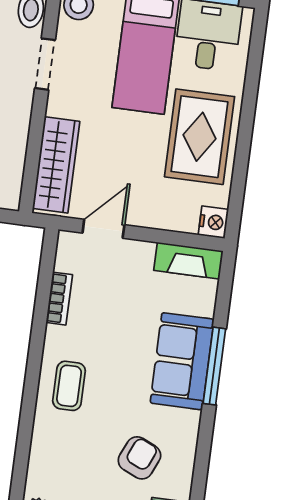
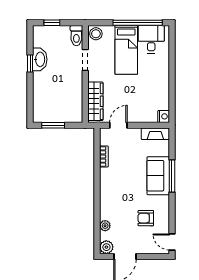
rug: (200, 137) -> (153, 82), removed
coffee table: (69, 386) -> (113, 192), removed
armchair: (139, 458) -> (146, 218), turned -114
plant: (40, 463) -> (105, 226), added

